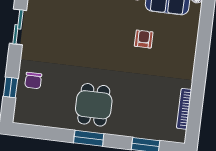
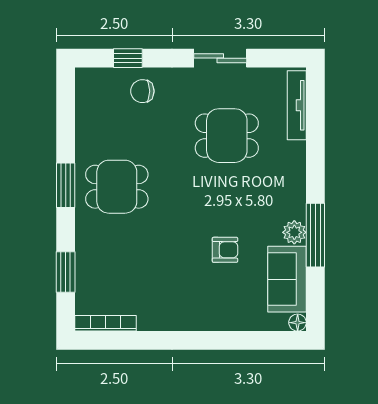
dining table: (69, 29) -> (227, 136), added
bookcase: (184, 109) -> (105, 323), moved

